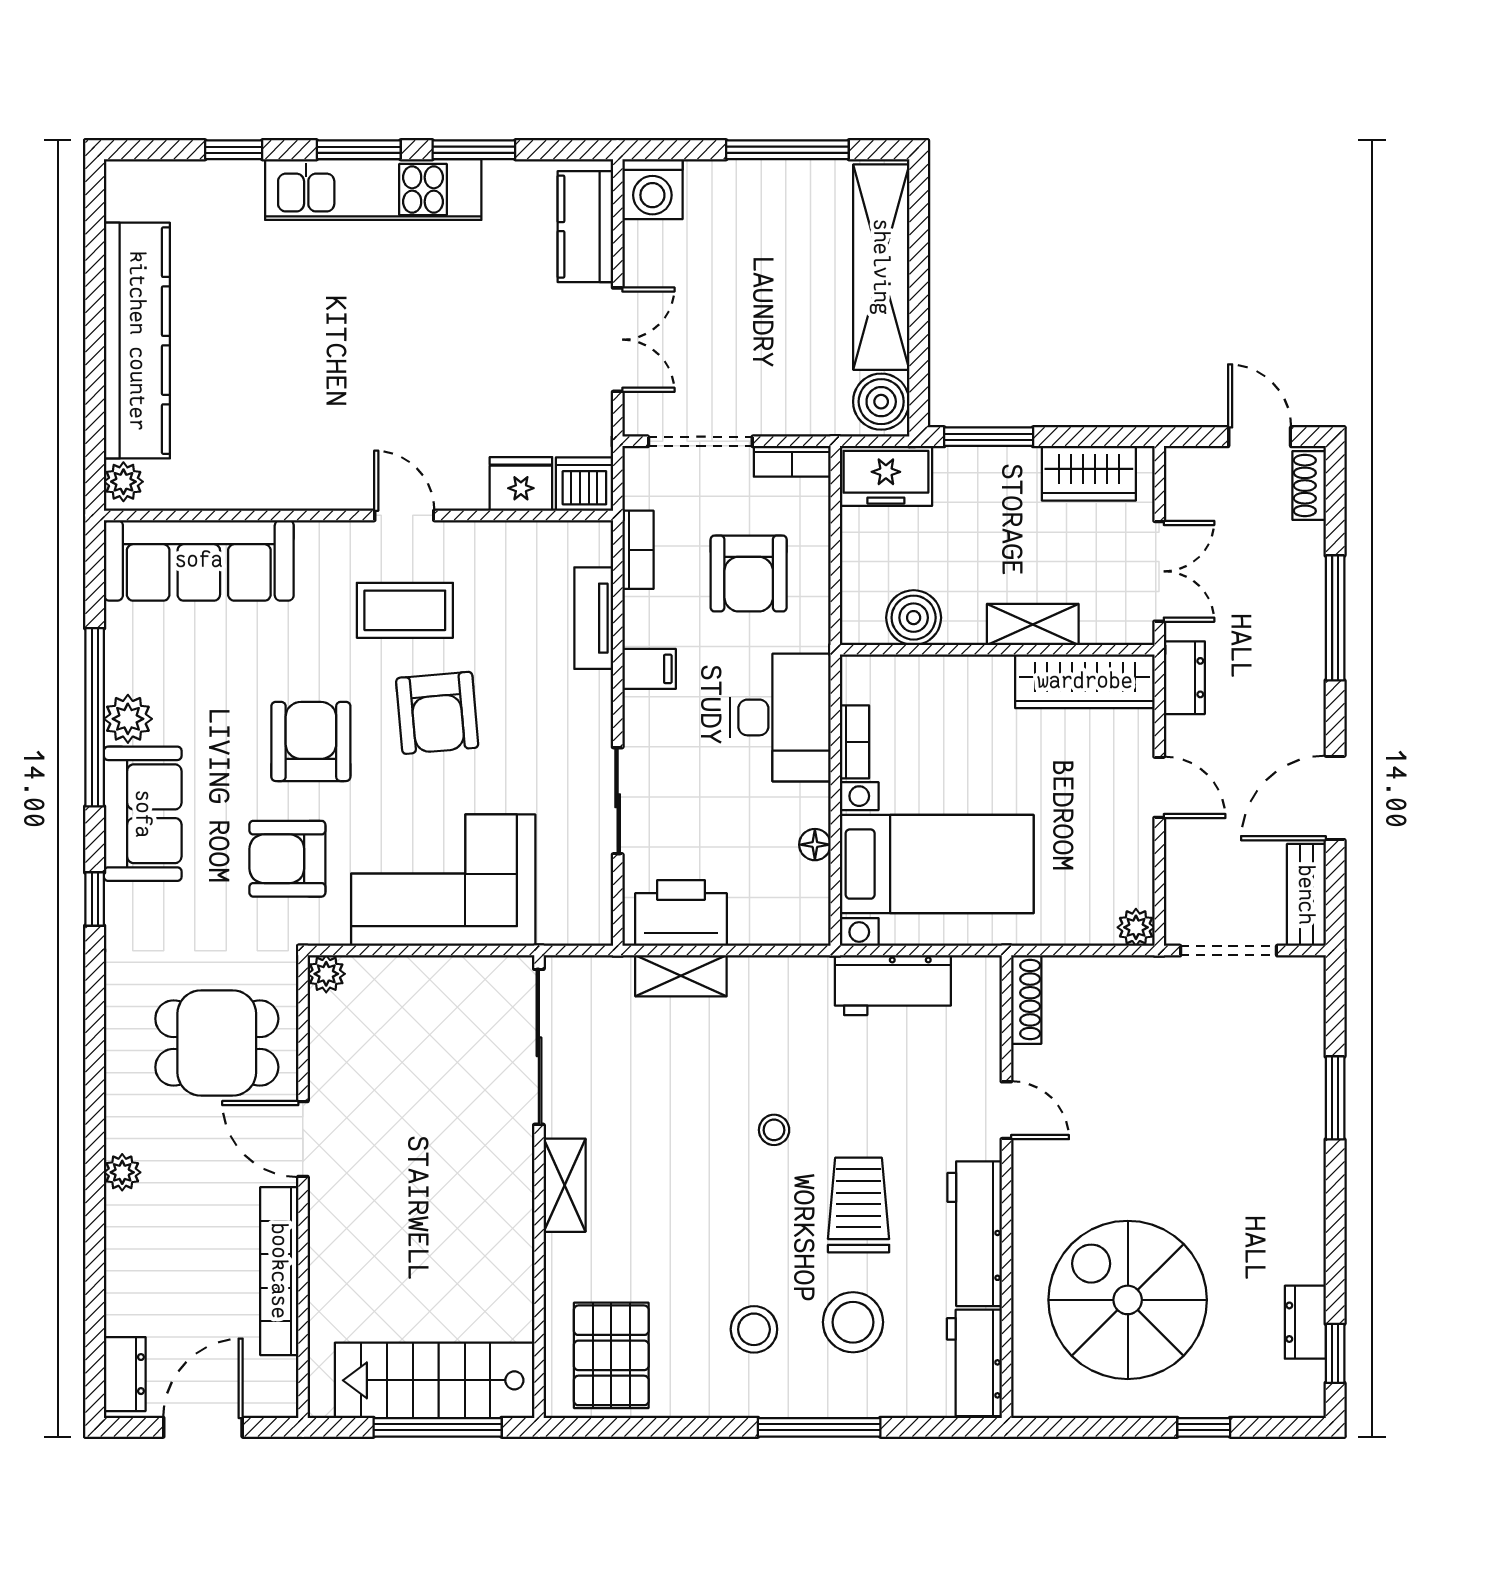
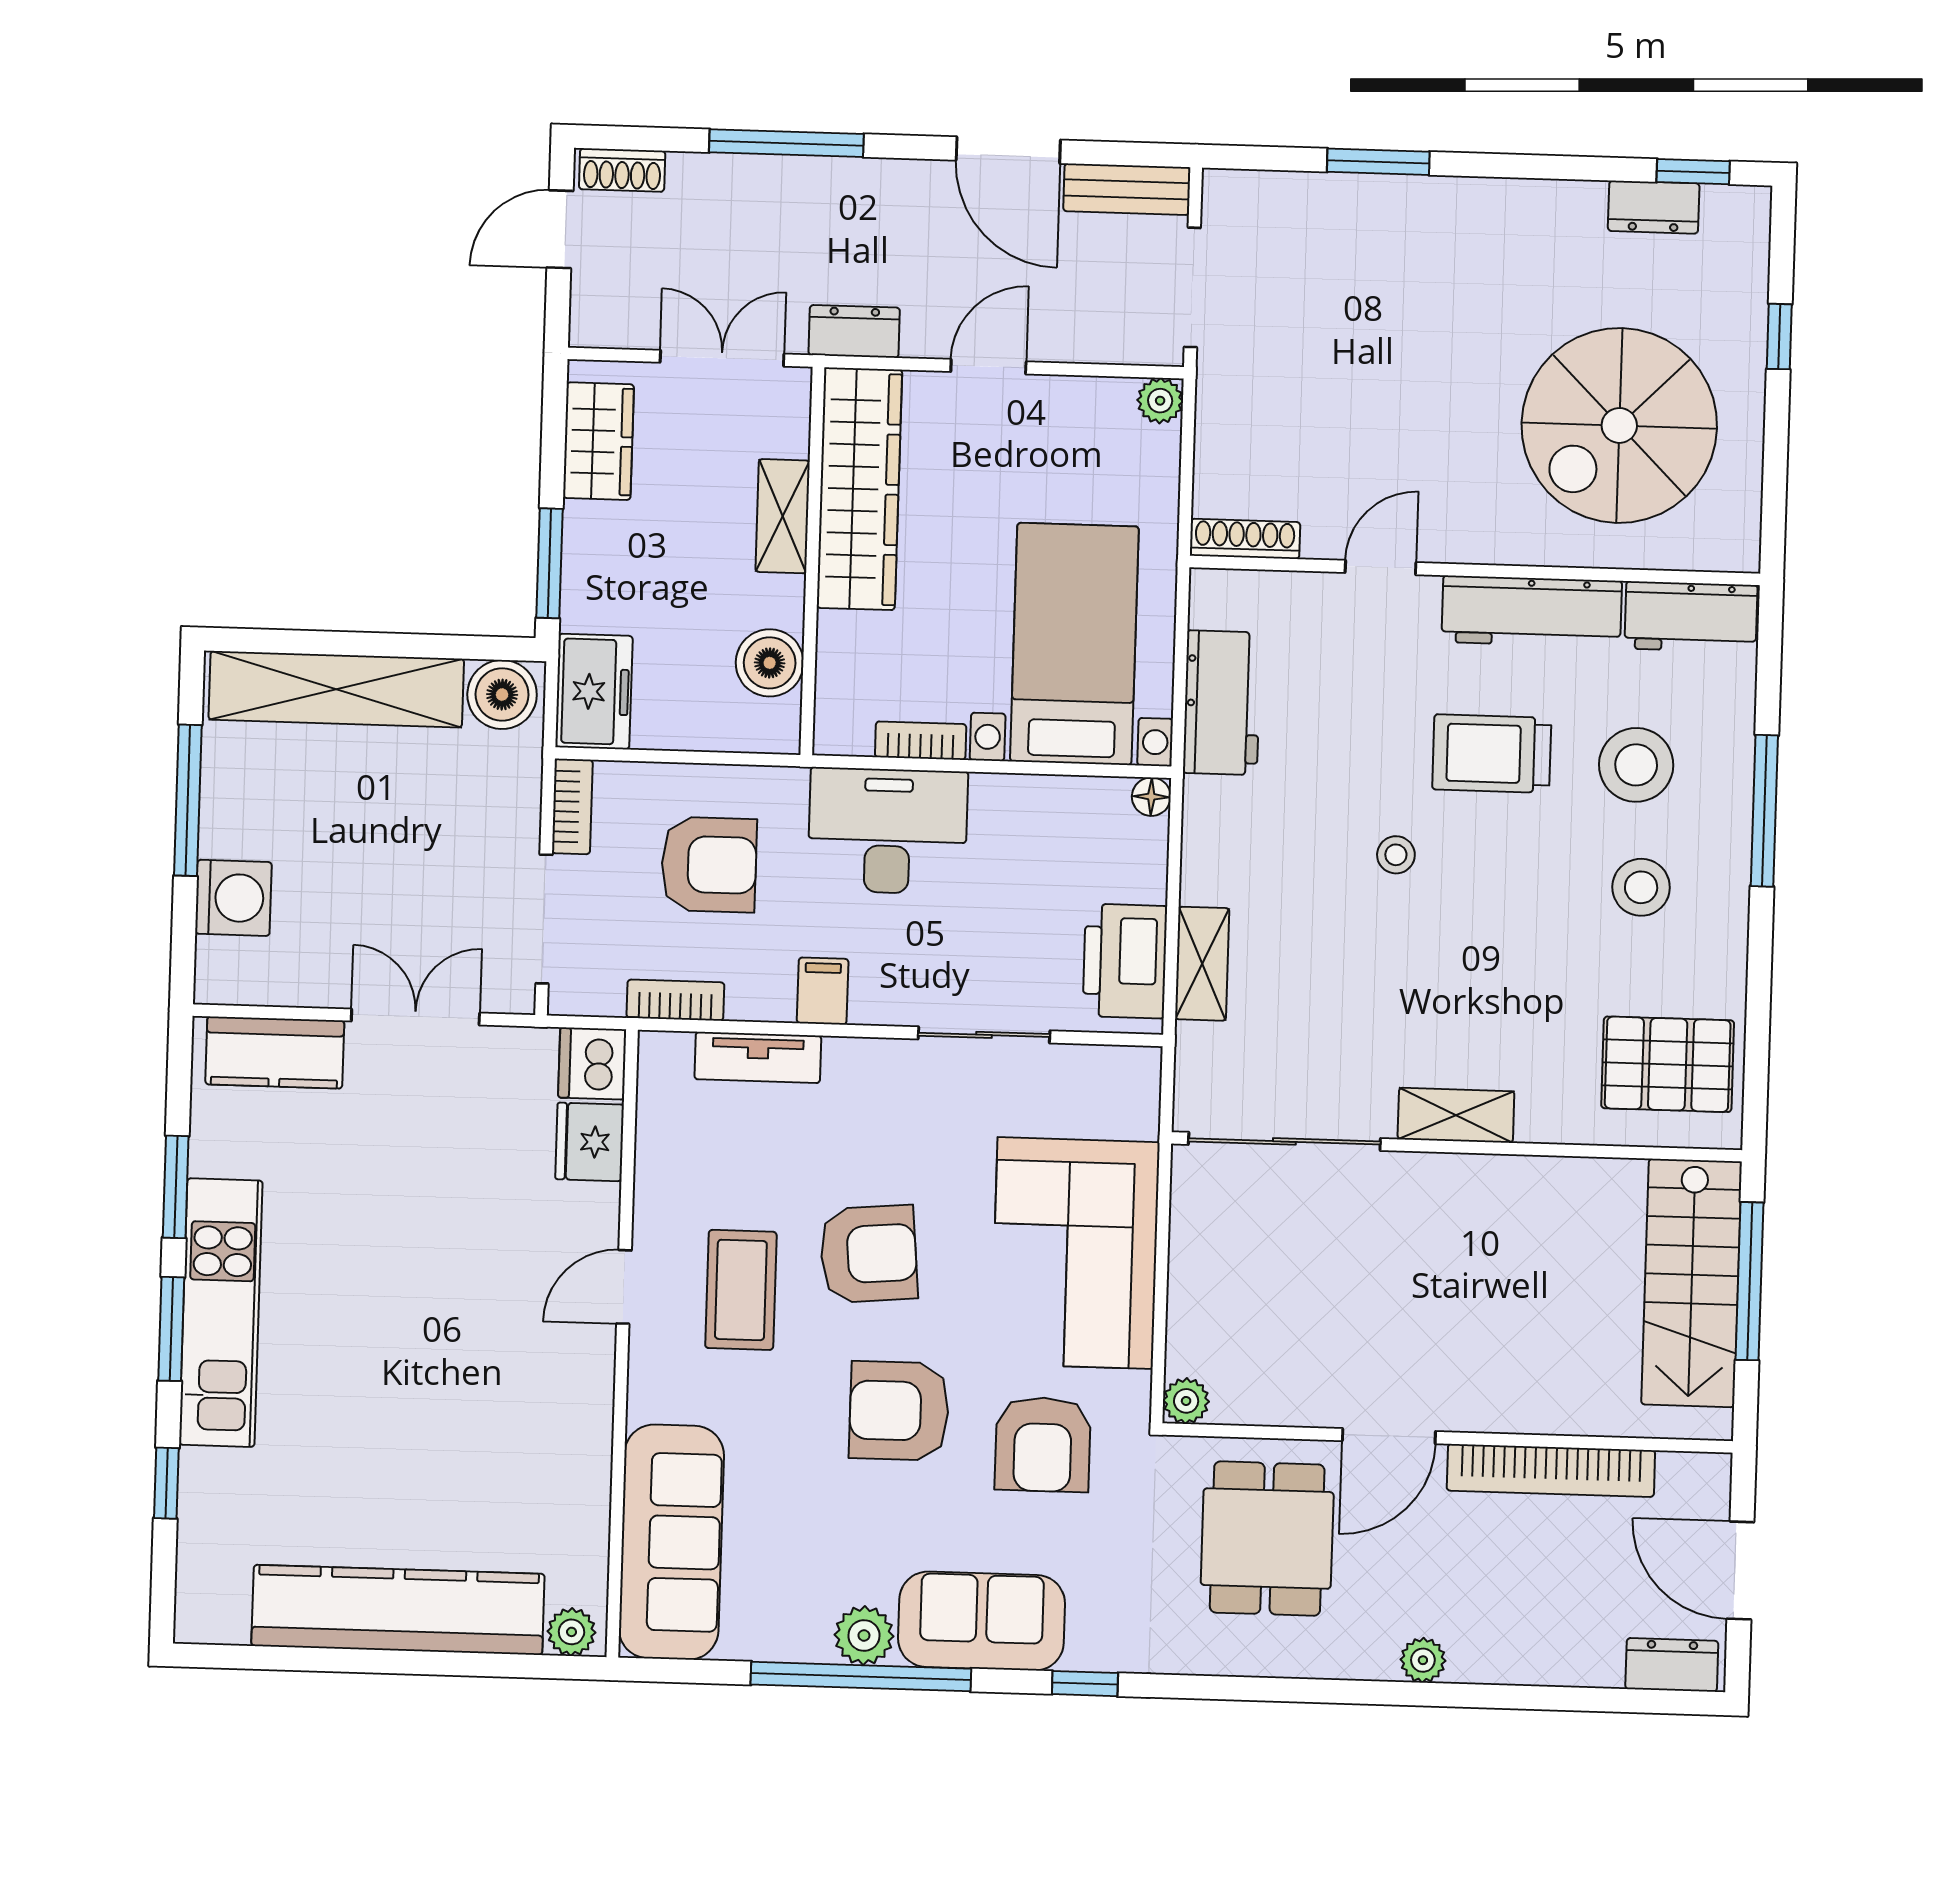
washing machine: (652, 189) -> (233, 898), moved
wardrobe: (1085, 681) -> (859, 489), width x1.40, depth x1.17
floor lamp: (815, 845) -> (1151, 797), moved

